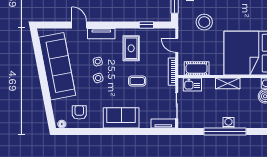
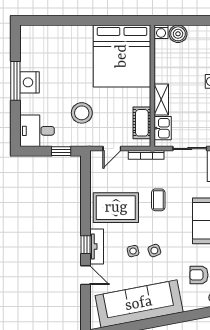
door: (79, 25) -> (86, 275), swing flipped
window: (146, 25) -> (86, 245), moved
rug: (131, 48) -> (116, 208), width x1.36, depth x1.43
shelving: (228, 83) -> (161, 100), moved

